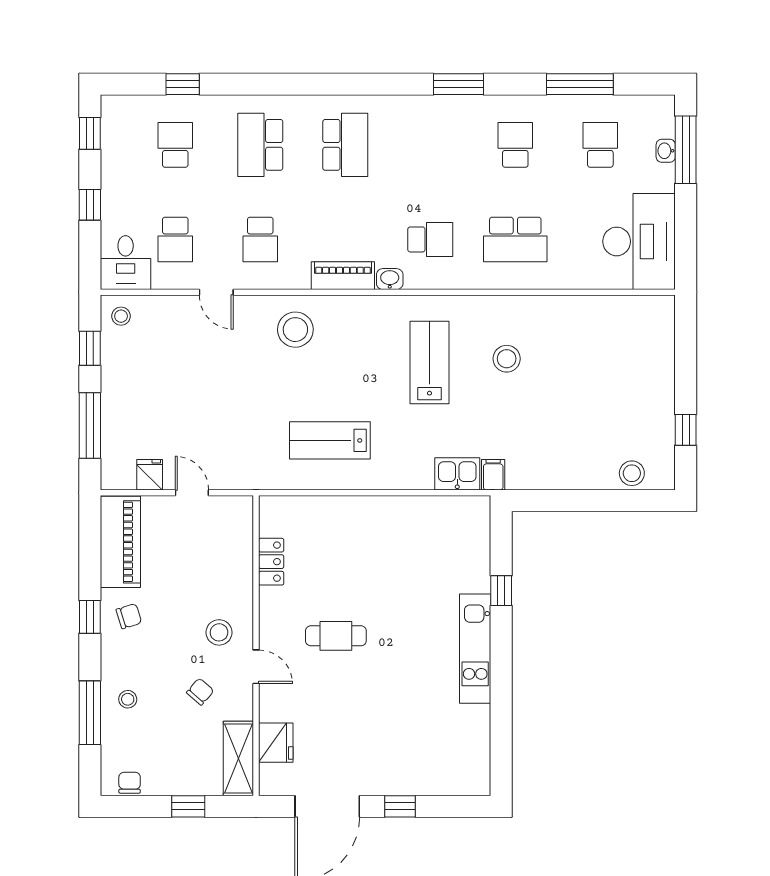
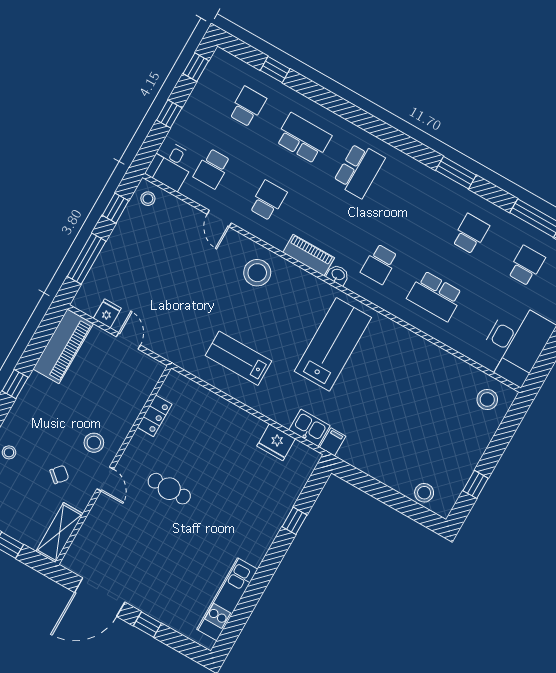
school desk: (260, 145) -> (303, 138), turned 90
school desk: (260, 239) -> (268, 200), turned 180
school desk: (430, 239) -> (379, 264), turned 90
stool: (507, 359) -> (487, 400), moved
lab bench: (429, 363) -> (333, 344), width x1.36, depth x1.39
chair: (129, 616) -> (41, 398), removed
kitchen unit: (475, 649) -> (227, 599), moved
fridge: (276, 743) -> (276, 442), moved, turned 90

